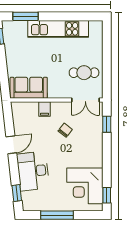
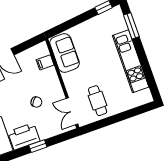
filing cabinet: (44, 109) -> (45, 62), moved
window: (107, 124) -> (38, 146), moved
printer: (93, 153) -> (24, 136), added

